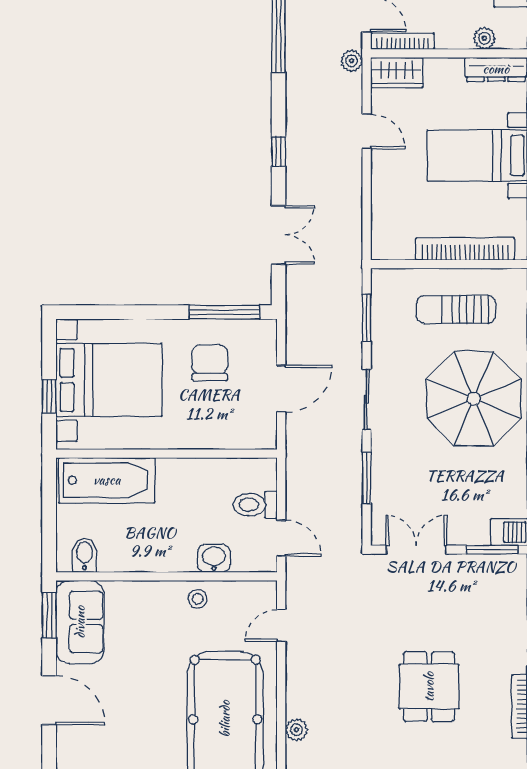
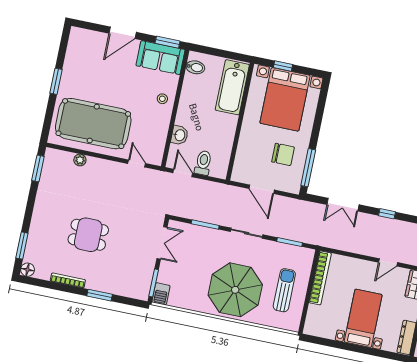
bookcase: (465, 249) -> (320, 278), moved
door: (281, 538) -> (183, 173), swing flipped
stool: (198, 599) -> (162, 99), moved

